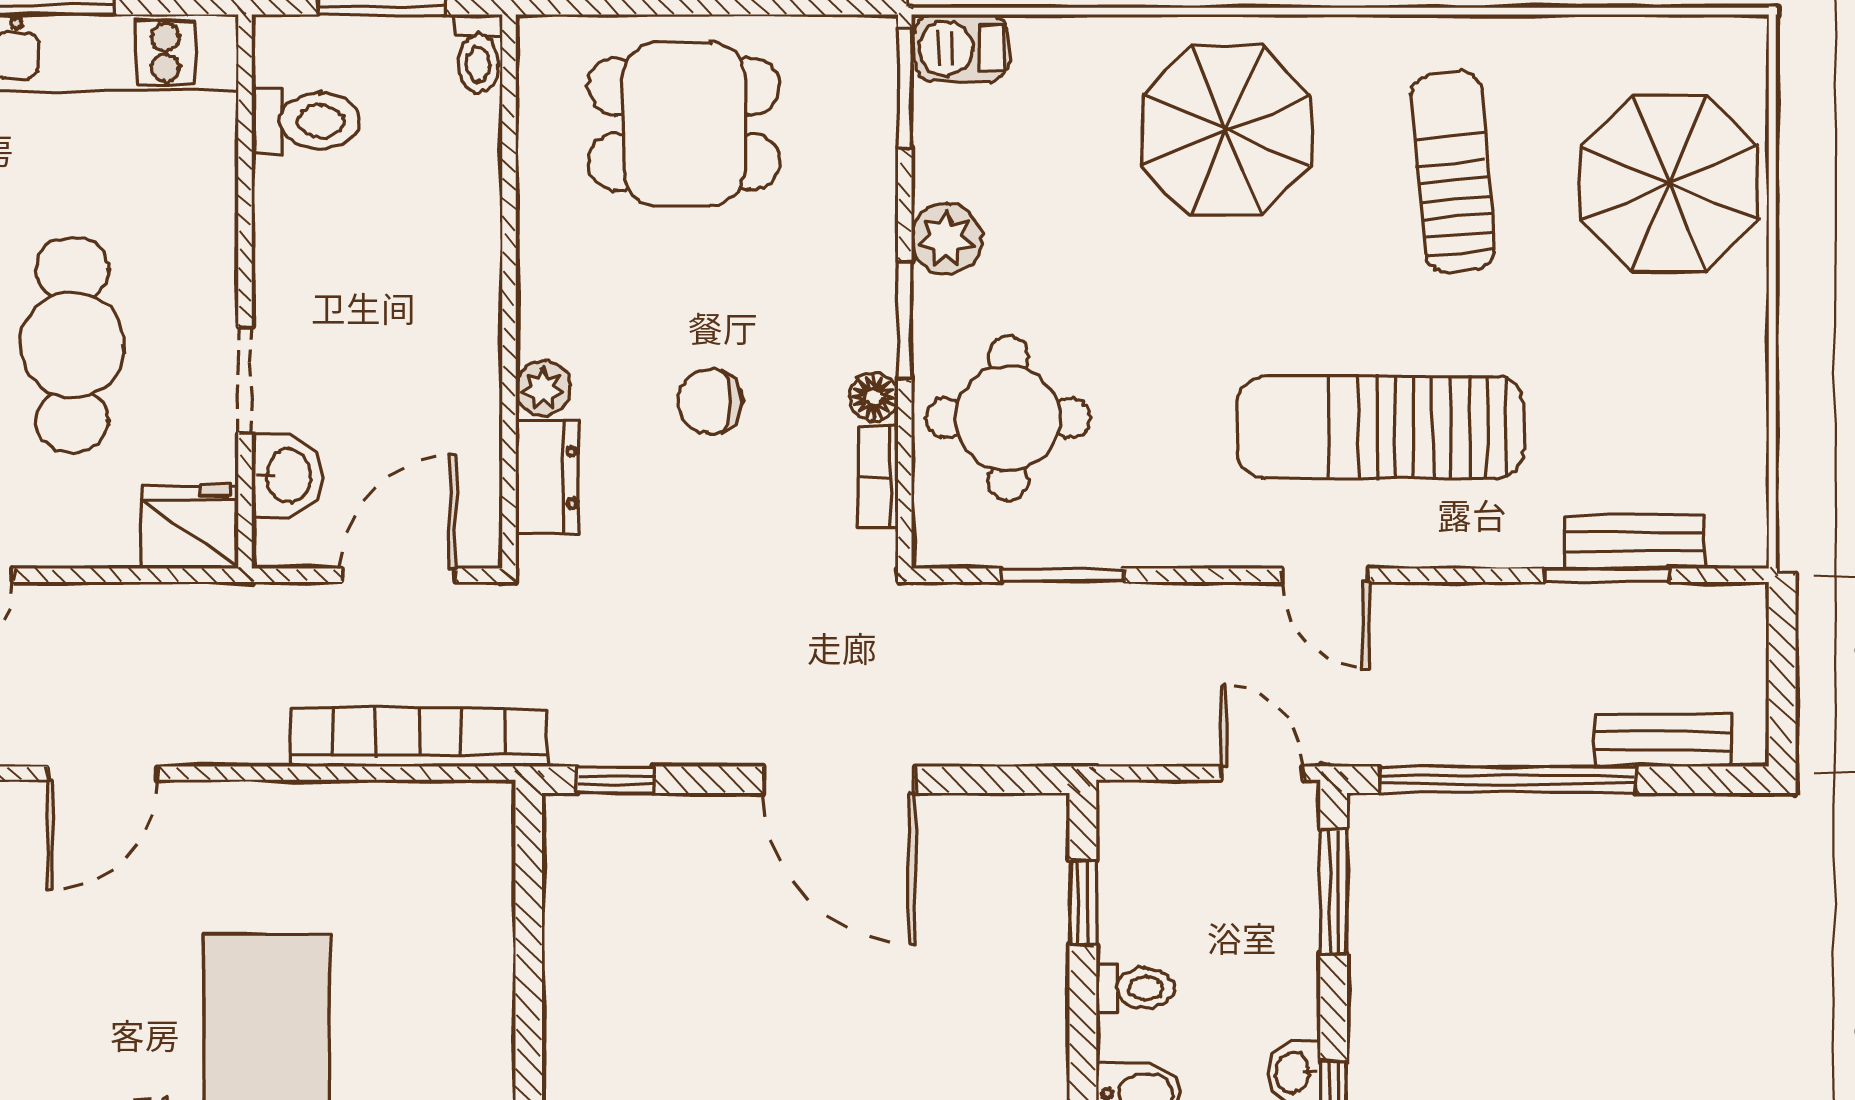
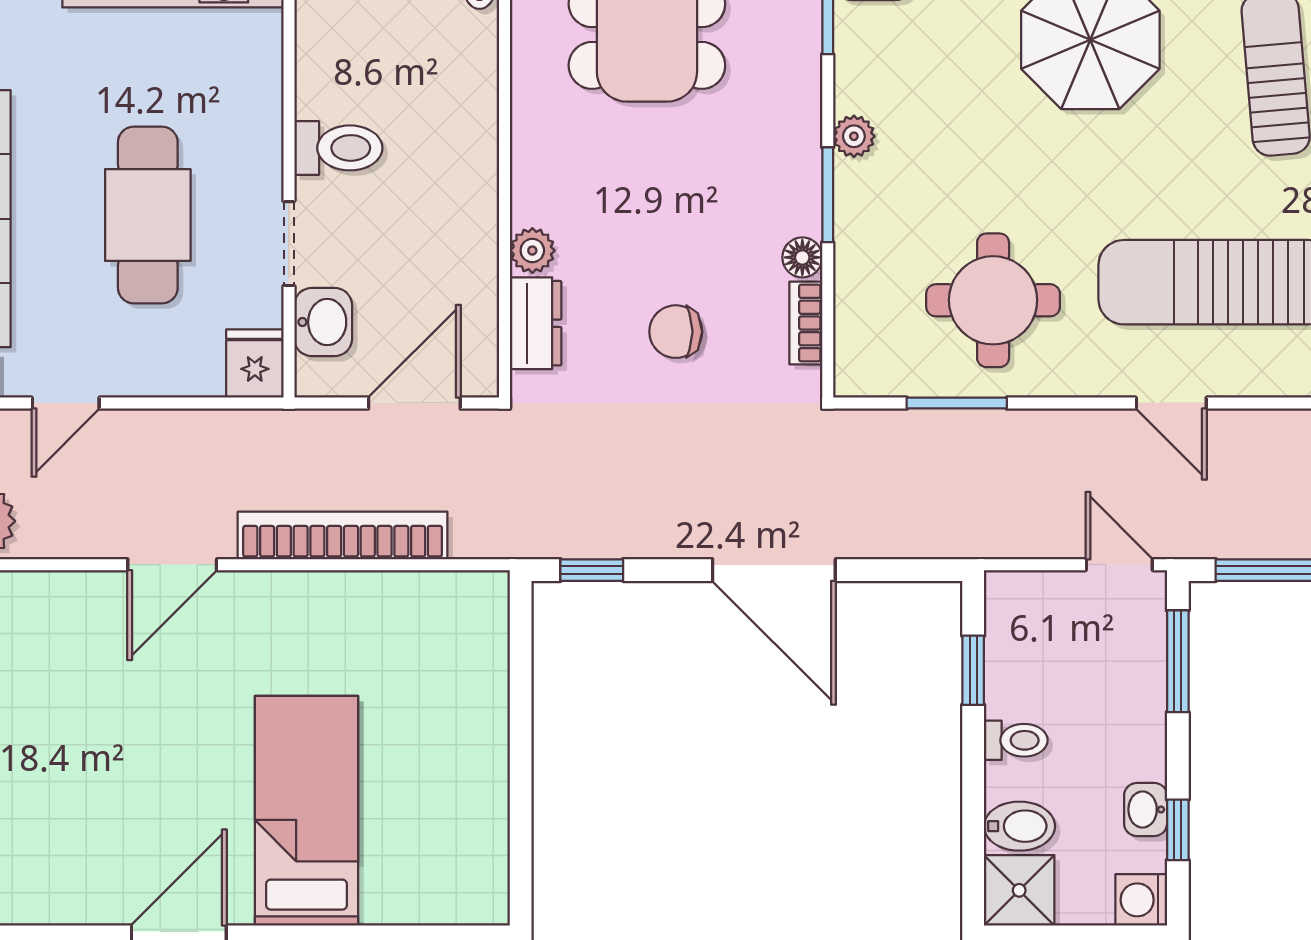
toilet: (306, 121) -> (338, 148), moved
plant: (947, 239) -> (854, 136), width x0.73, depth x0.73
chair: (710, 402) -> (676, 332), moved
round table: (1008, 418) -> (993, 300), moved
fridge: (190, 527) -> (255, 363), width x0.72
bookcase: (419, 737) -> (343, 535), moved

